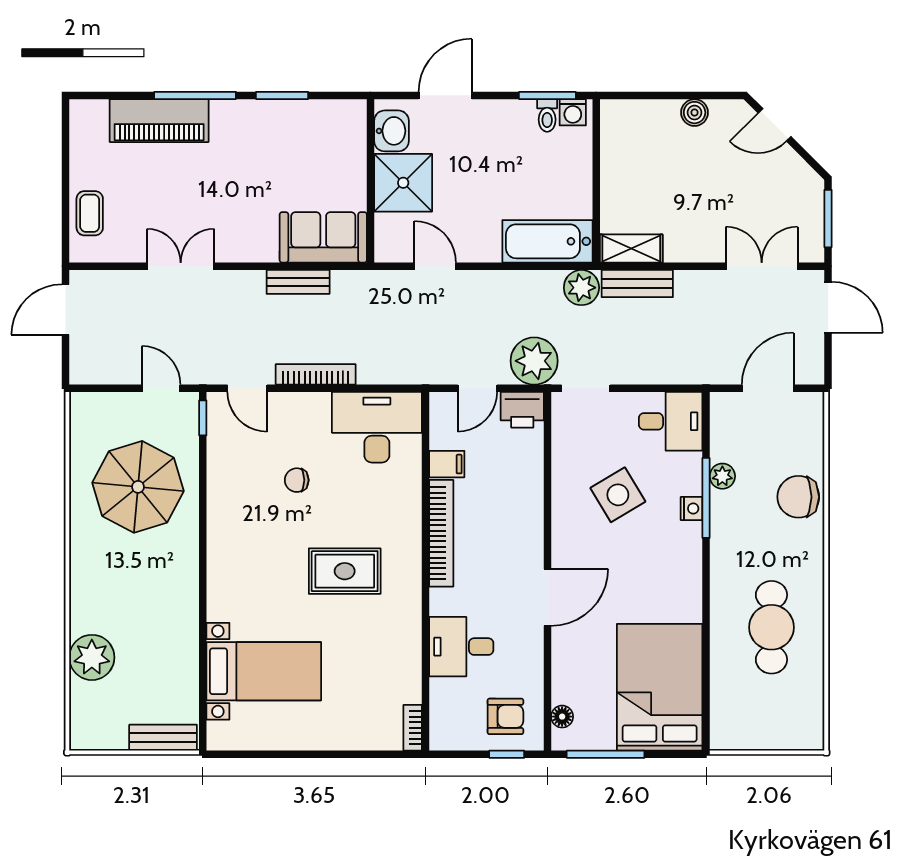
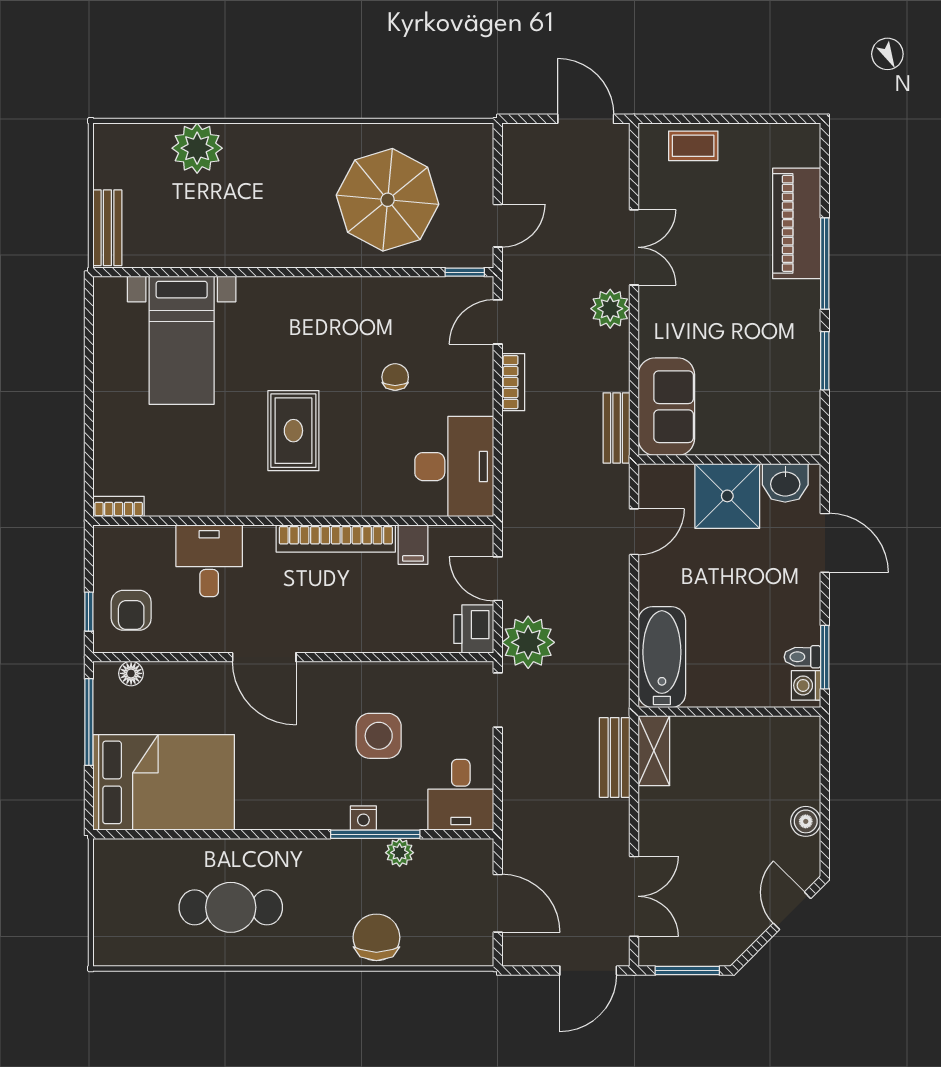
bench: (298, 282) -> (617, 428), moved
plant: (581, 288) -> (610, 309), moved
bookcase: (316, 374) -> (513, 382), width x0.64
side table: (618, 495) -> (379, 736), turned 31

